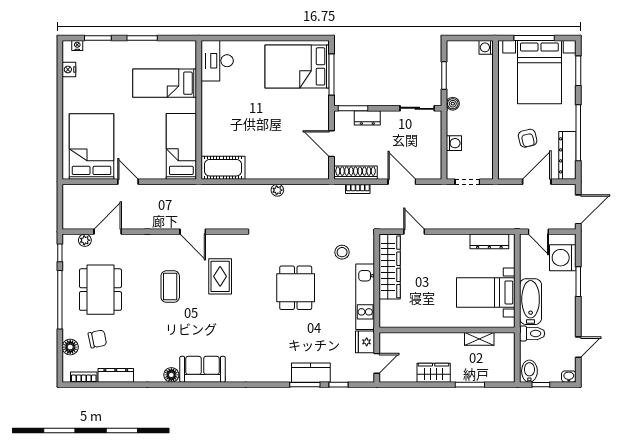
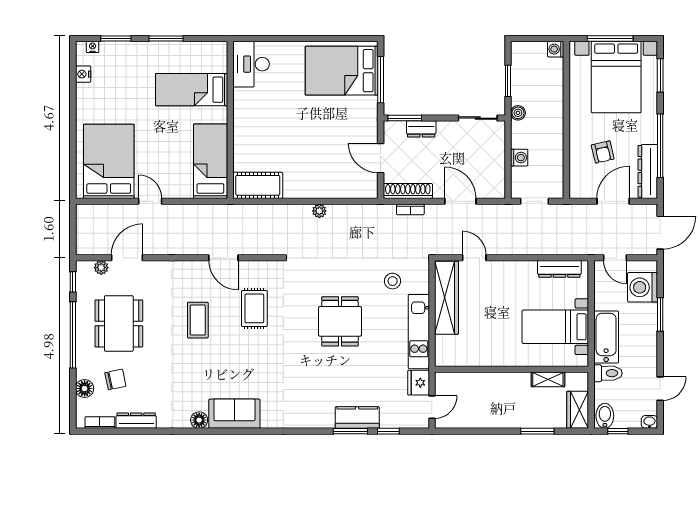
wardrobe: (434, 373) -> (578, 410), moved, turned -90

